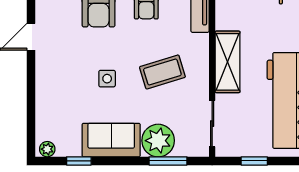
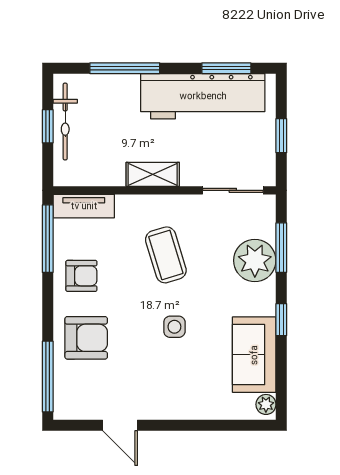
shelving: (228, 62) -> (153, 174), width x0.67, depth x0.75
sofa: (111, 140) -> (254, 355), moved
window: (79, 161) -> (281, 320), moved

